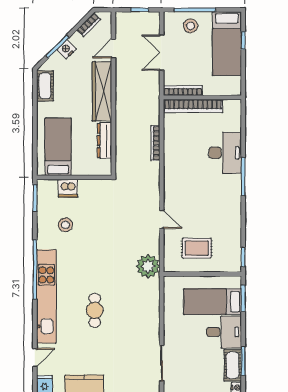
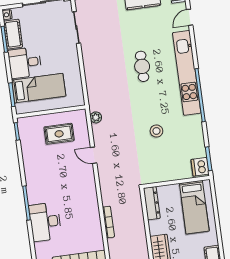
dresser: (105, 140) -> (152, 203), moved
dishwasher: (68, 188) -> (200, 167), moved, turned -90
stool: (65, 225) -> (156, 131), moved
plant: (148, 266) -> (96, 117), width x0.53, depth x0.53

